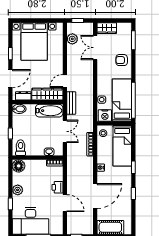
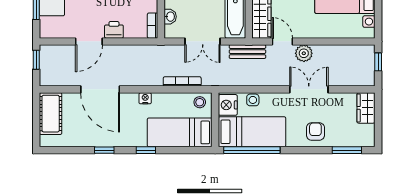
plant: (72, 39) -> (304, 53), moved
double door: (95, 48) -> (309, 89), moved

